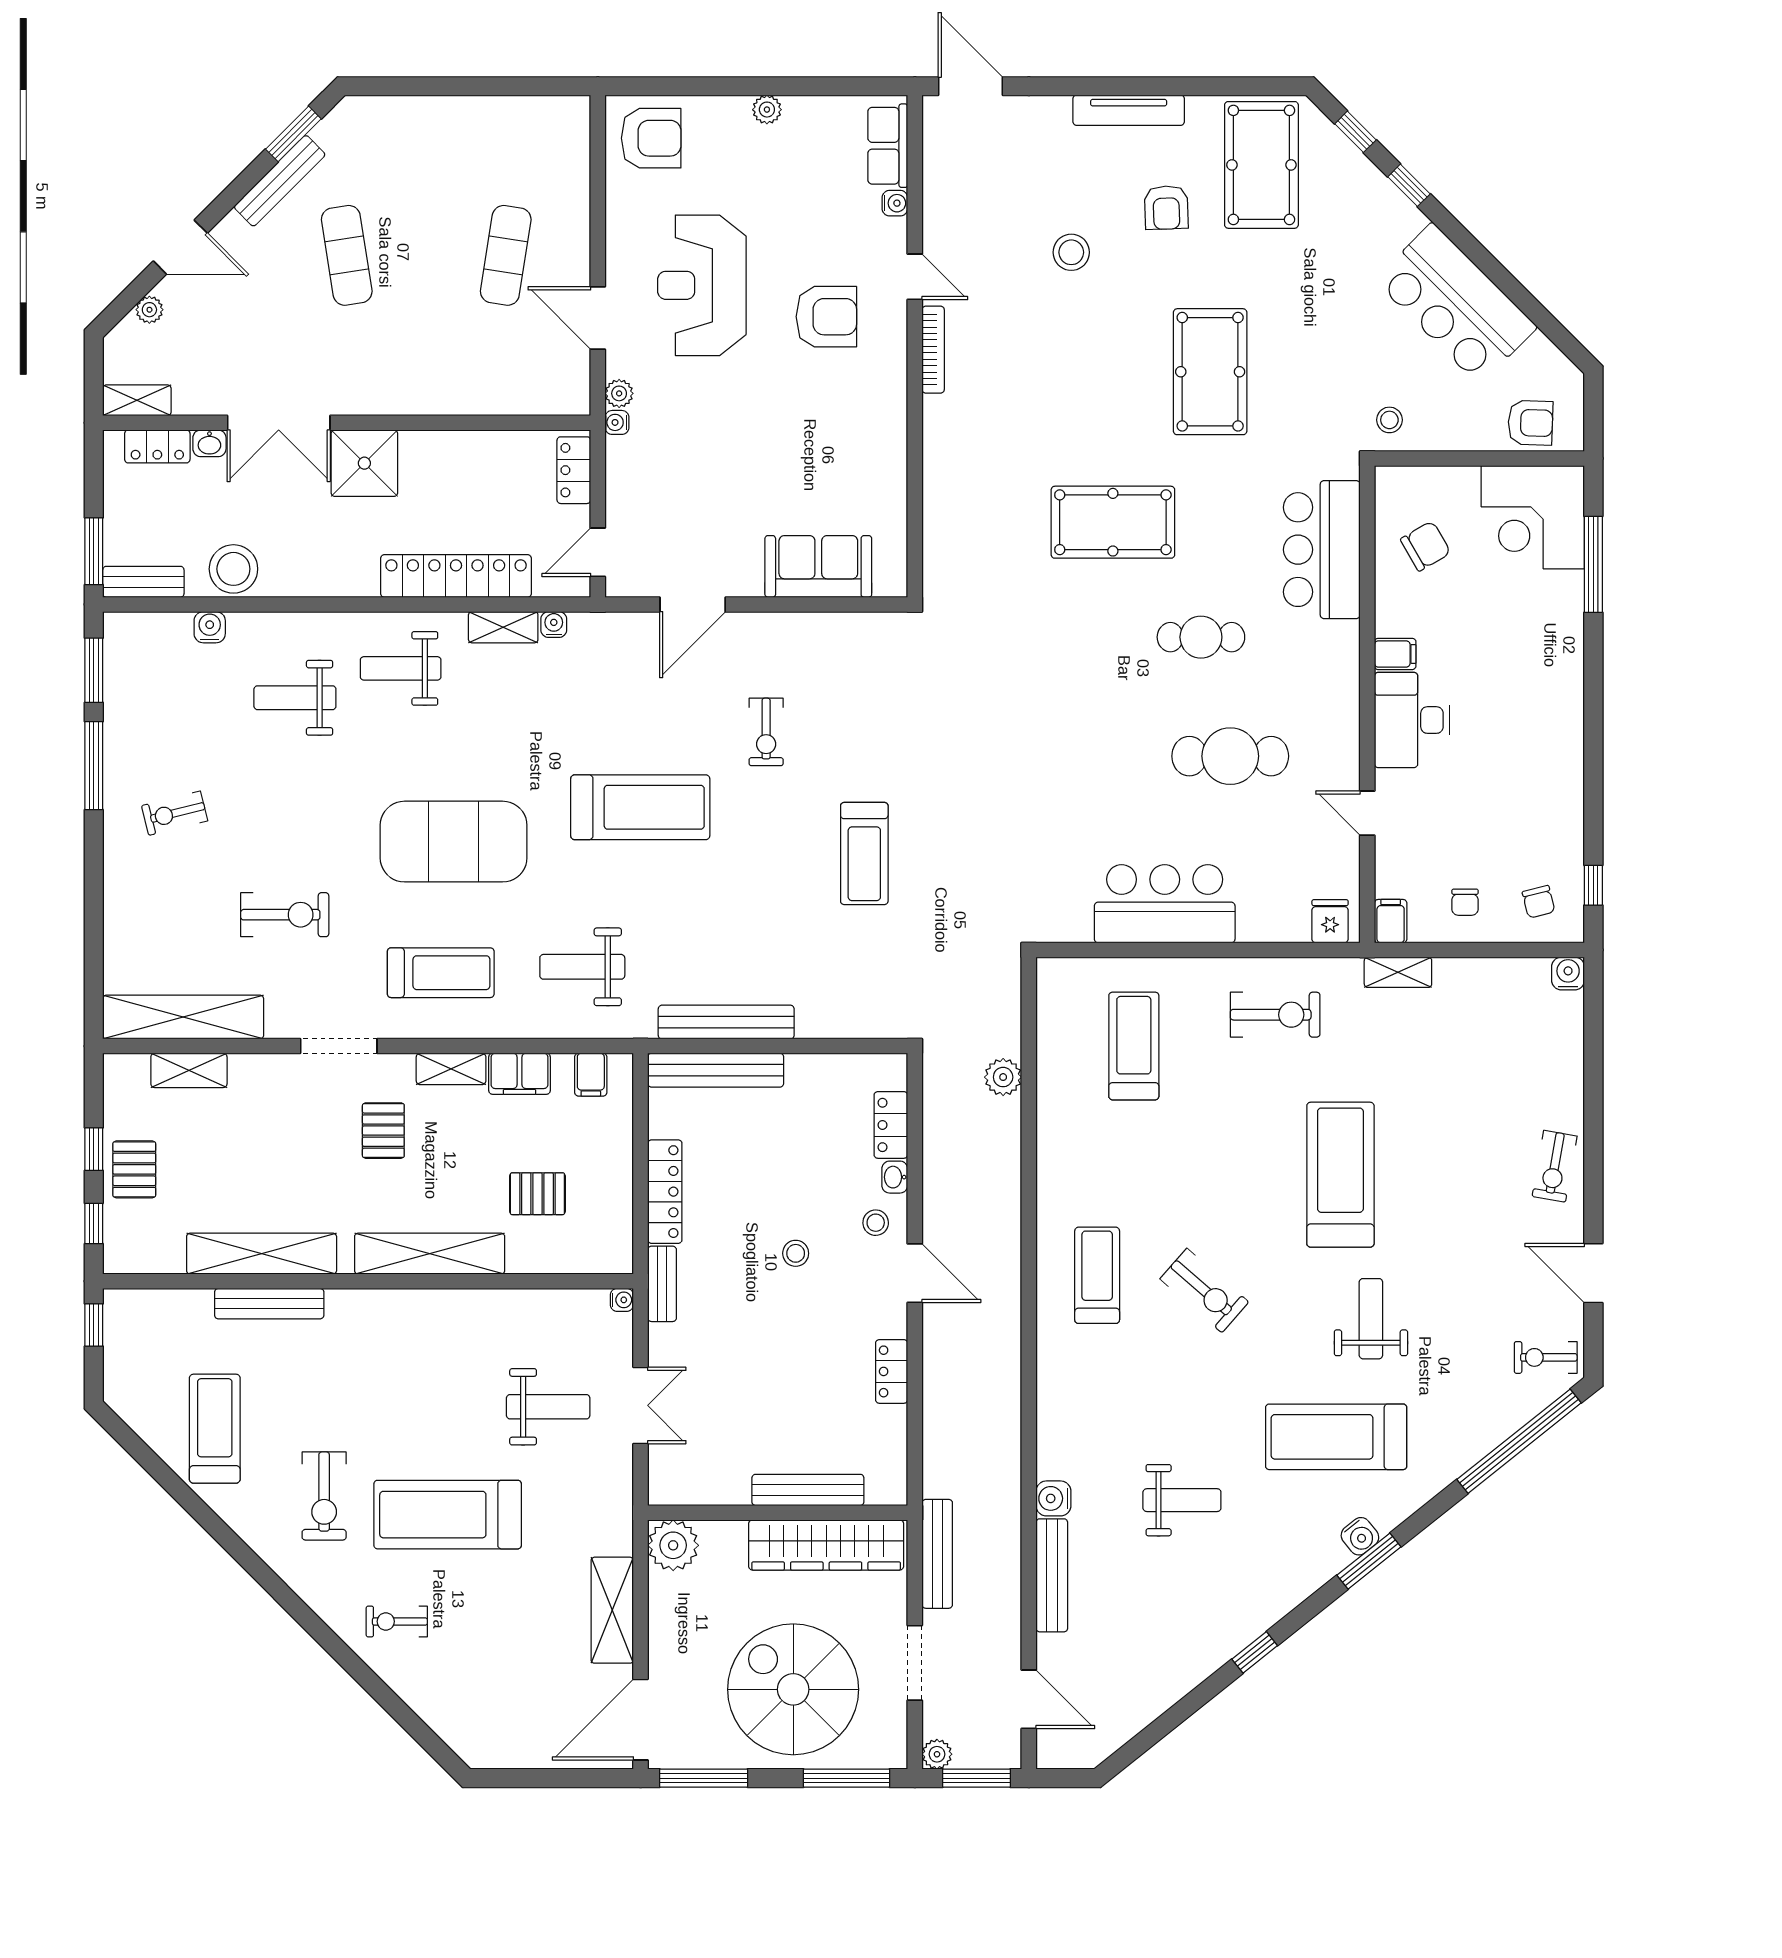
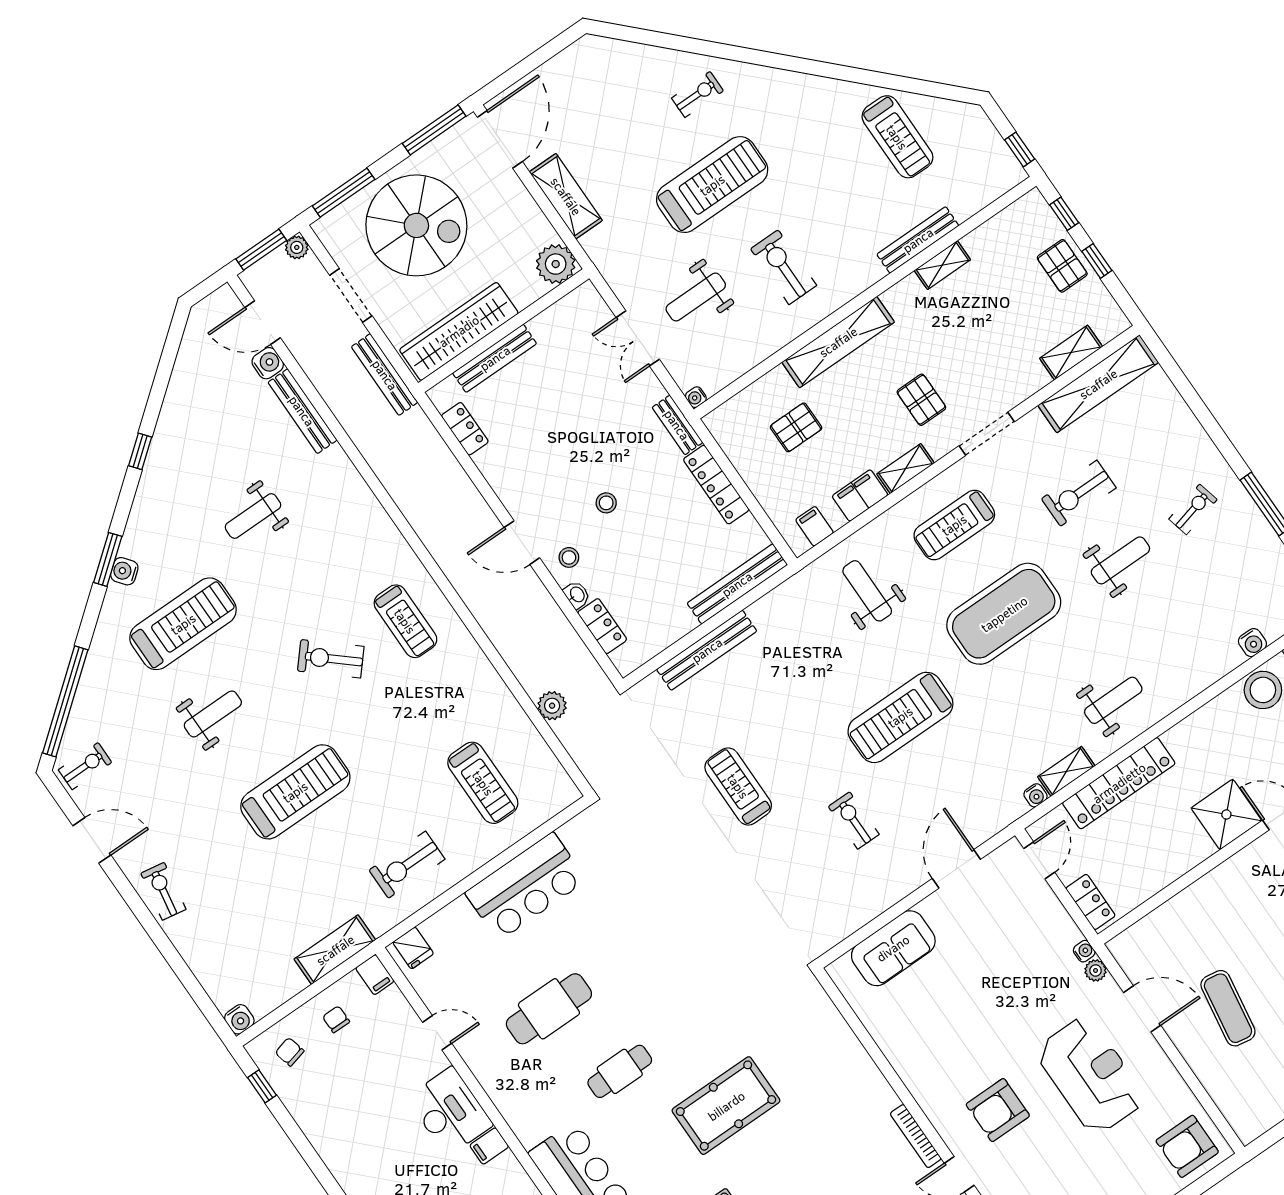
weight bench: (295, 698) -> (1120, 560), moved
weight bench: (582, 967) -> (867, 591), turned -90
shelving: (1398, 972) -> (335, 950), width x1.50, depth x1.33
bench: (726, 1022) -> (707, 650), moved
treadmill: (1340, 1175) -> (295, 792), turned -90
shelving: (262, 1254) -> (942, 265), width x0.45, depth x0.75
weight bench: (1371, 1319) -> (213, 714), turned -90
locker: (892, 1371) -> (465, 429), moved
exercise bike: (324, 1496) -> (784, 267), moved
water cooler: (1053, 1498) -> (268, 363), moved

